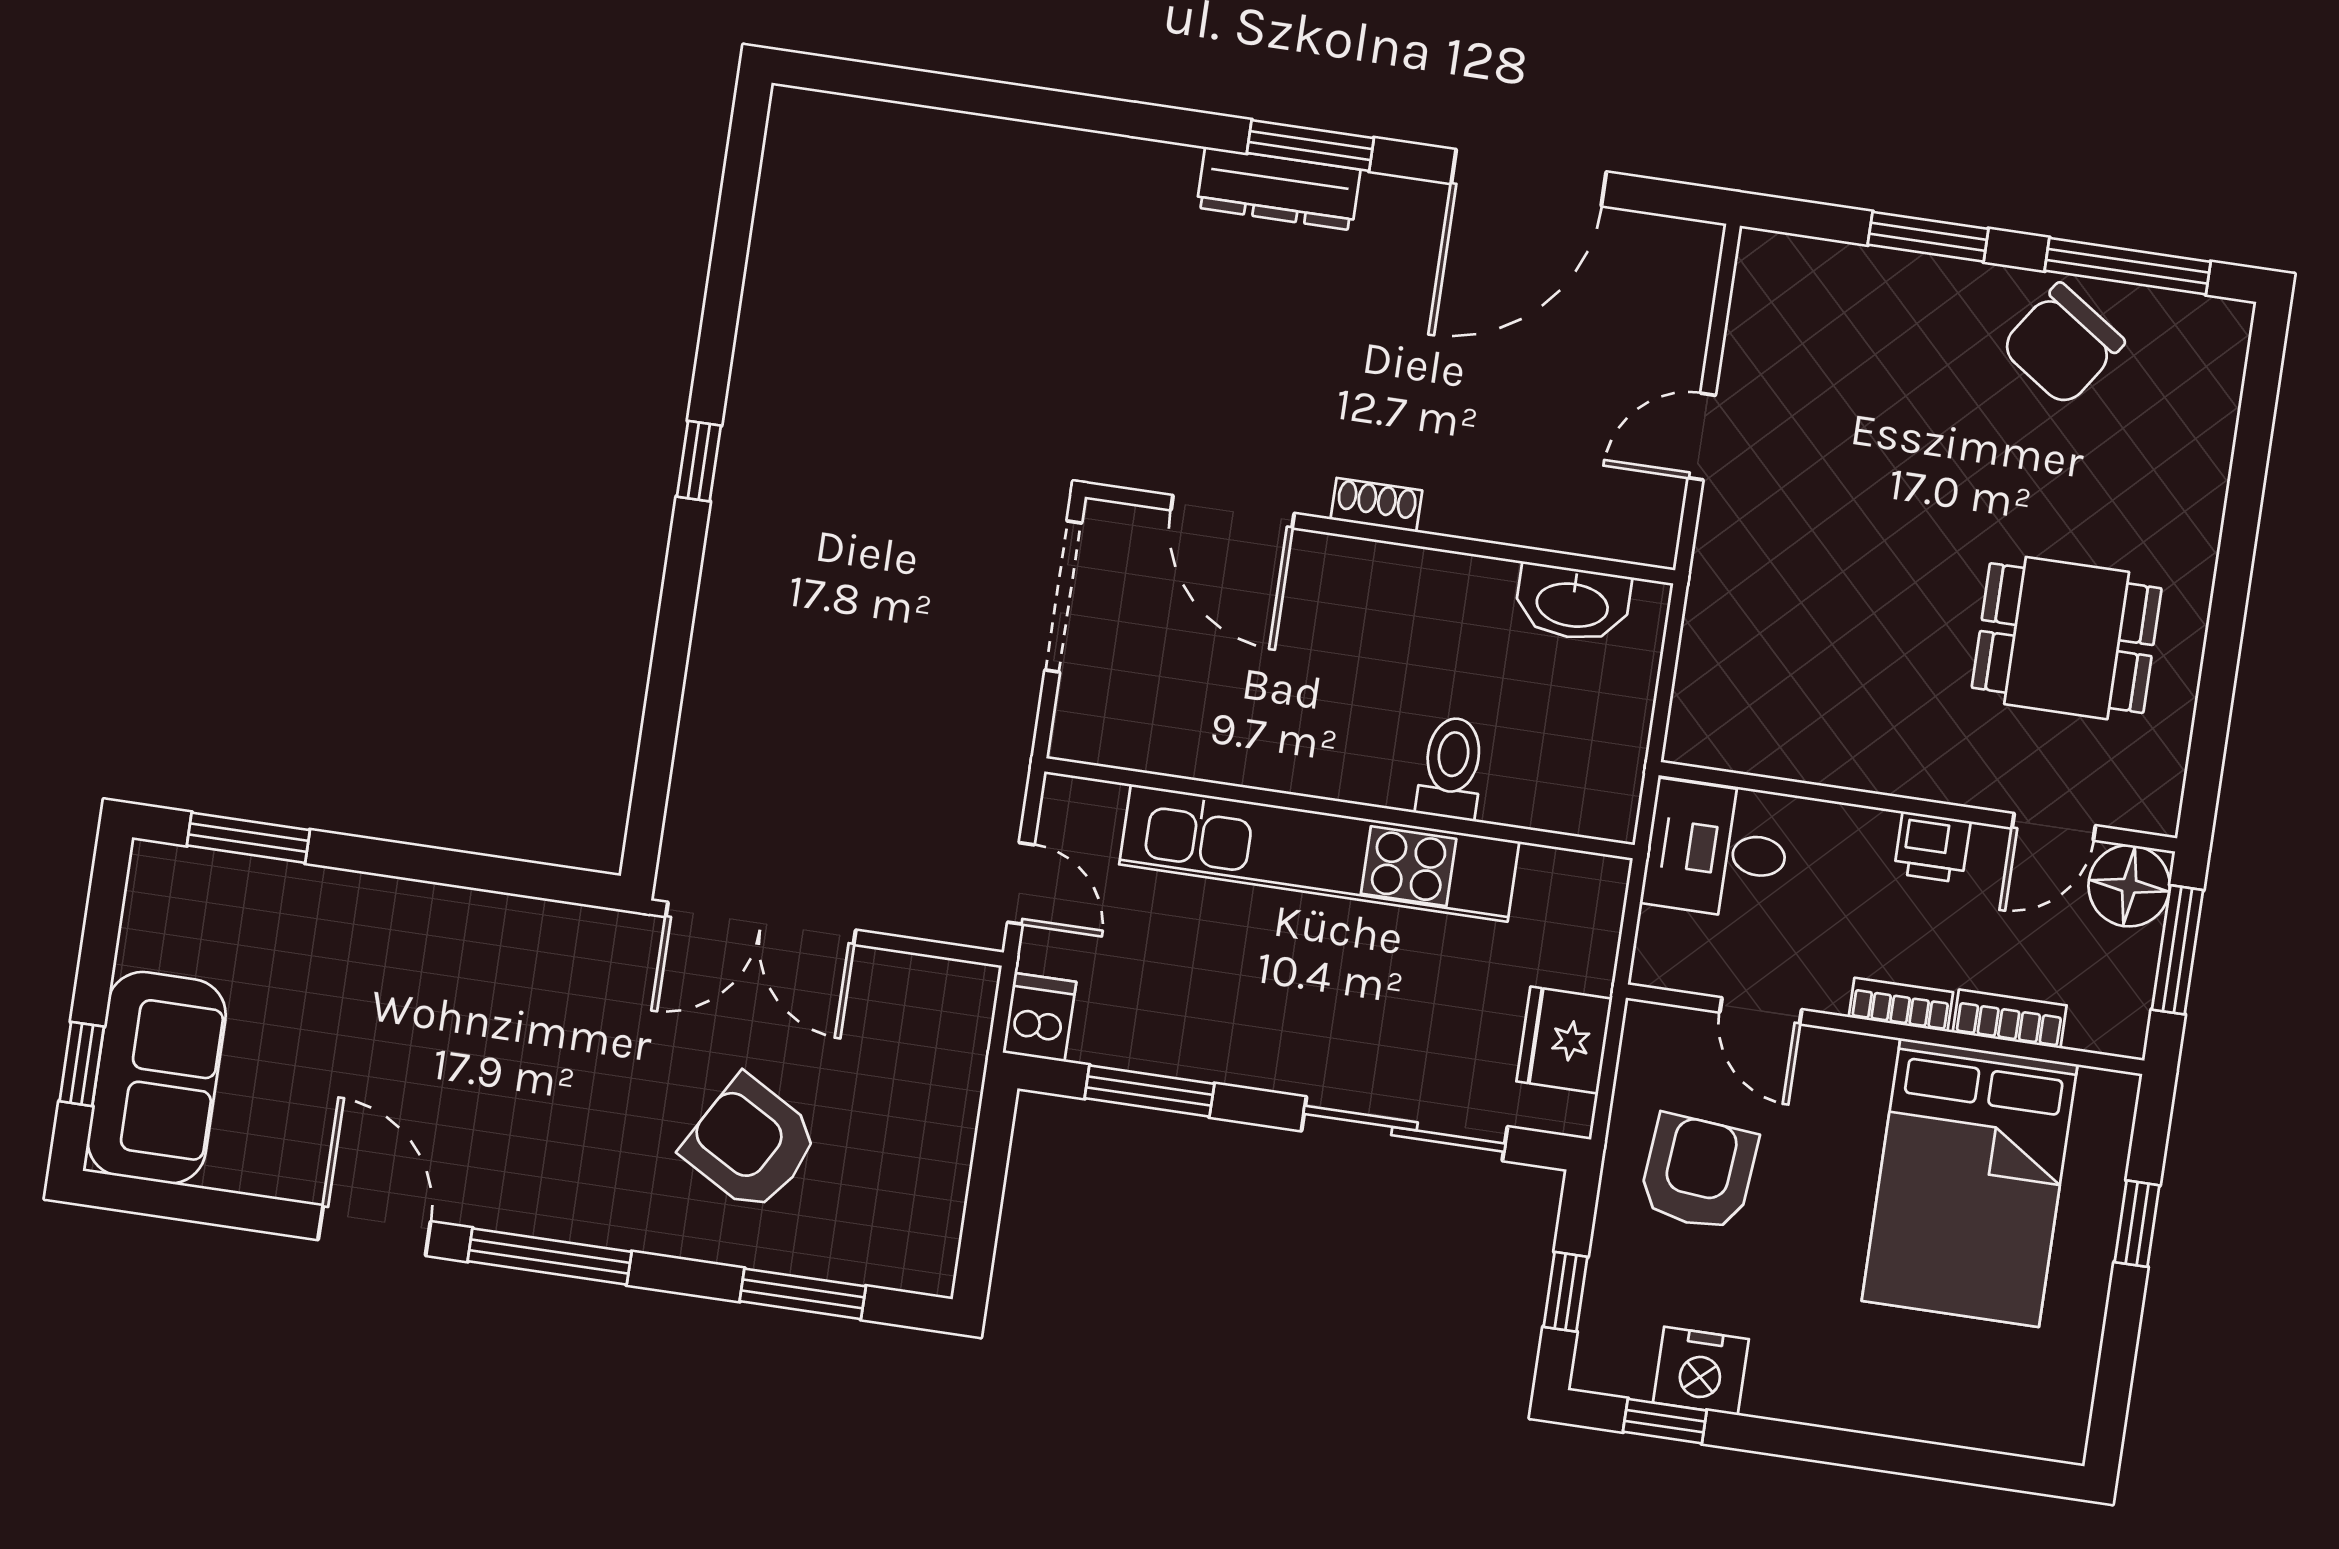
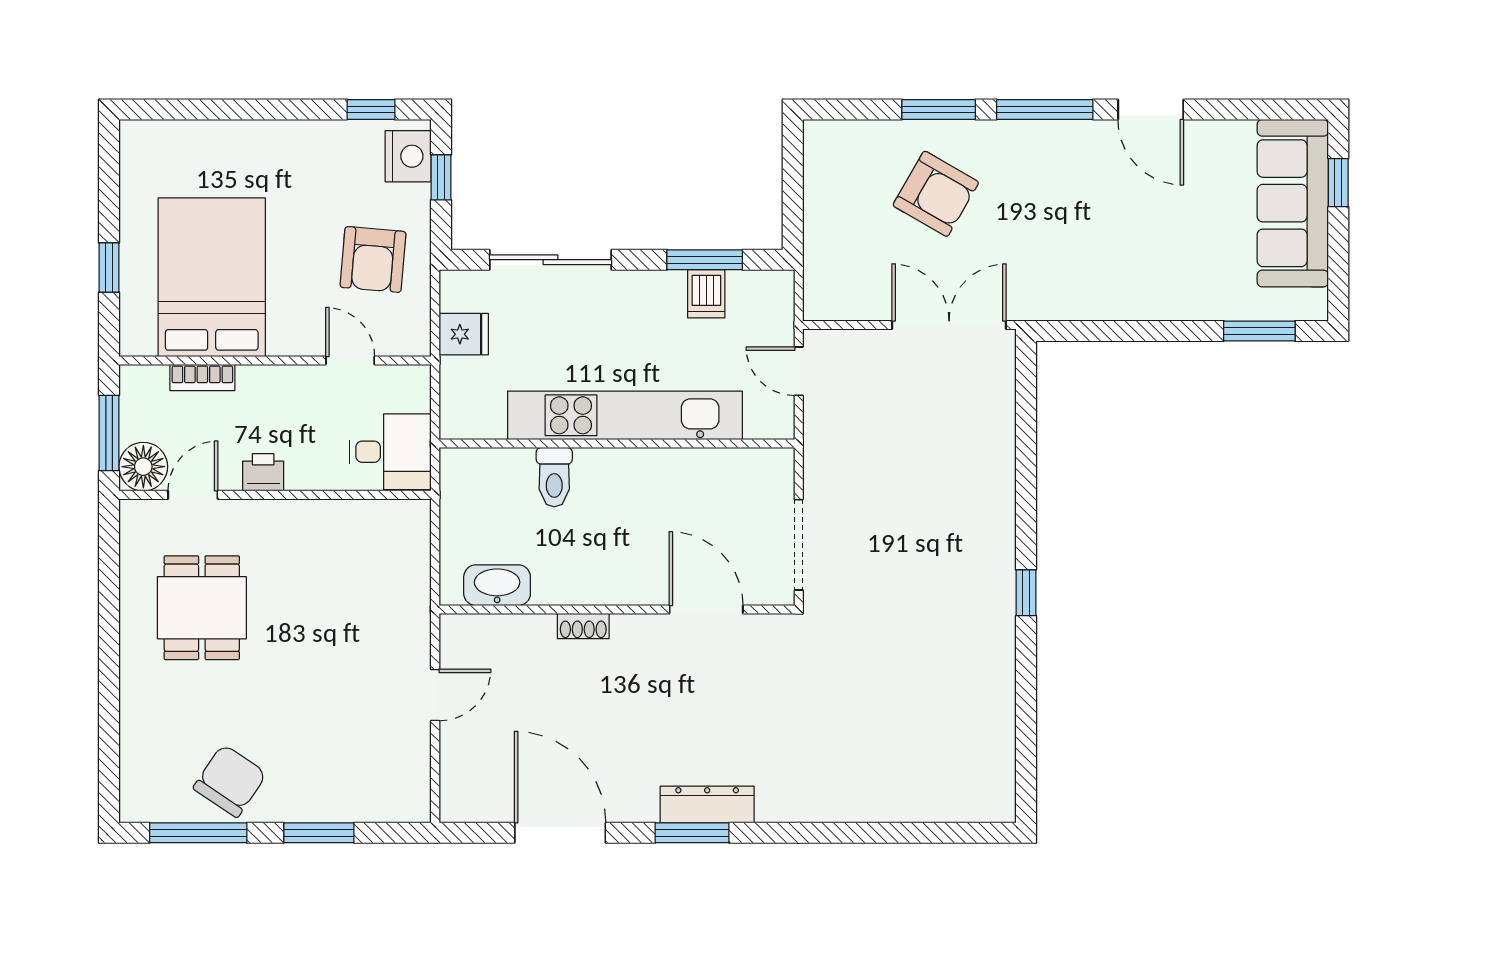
door: (1529, 178) -> (560, 833), hinge flipped
shoe rack: (1376, 505) -> (583, 626), moved
dining table: (2067, 638) -> (202, 608), turned 90
bookcase: (1901, 1005) -> (268, 376), removed
dishwasher: (1039, 1017) -> (706, 294), moved
fridge: (1564, 1040) -> (464, 334), width x0.72
sofa: (157, 1078) -> (1293, 203), width x1.36
window: (803, 1294) -> (939, 110), moved
nightstand: (1701, 1371) -> (408, 156), moved, turned 90

